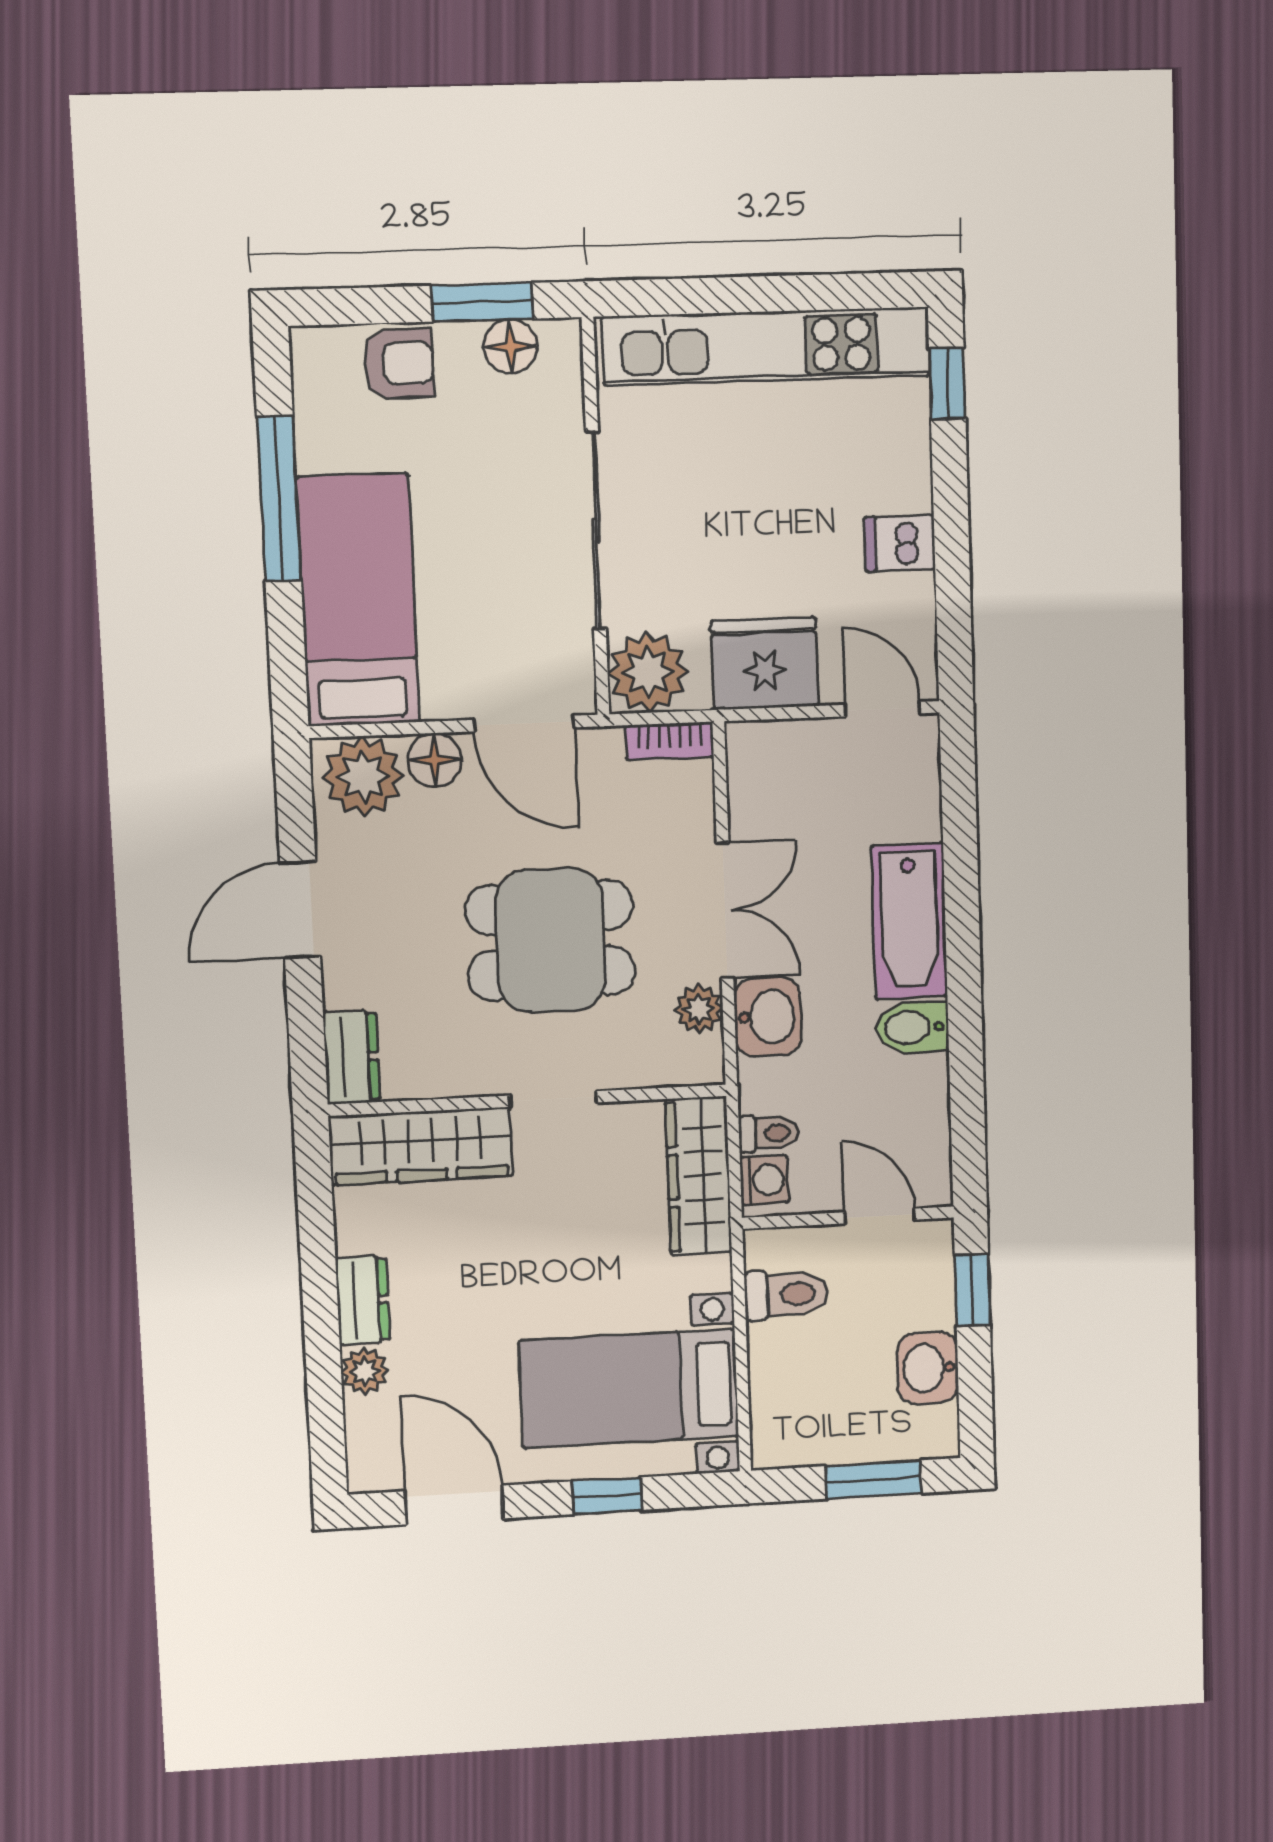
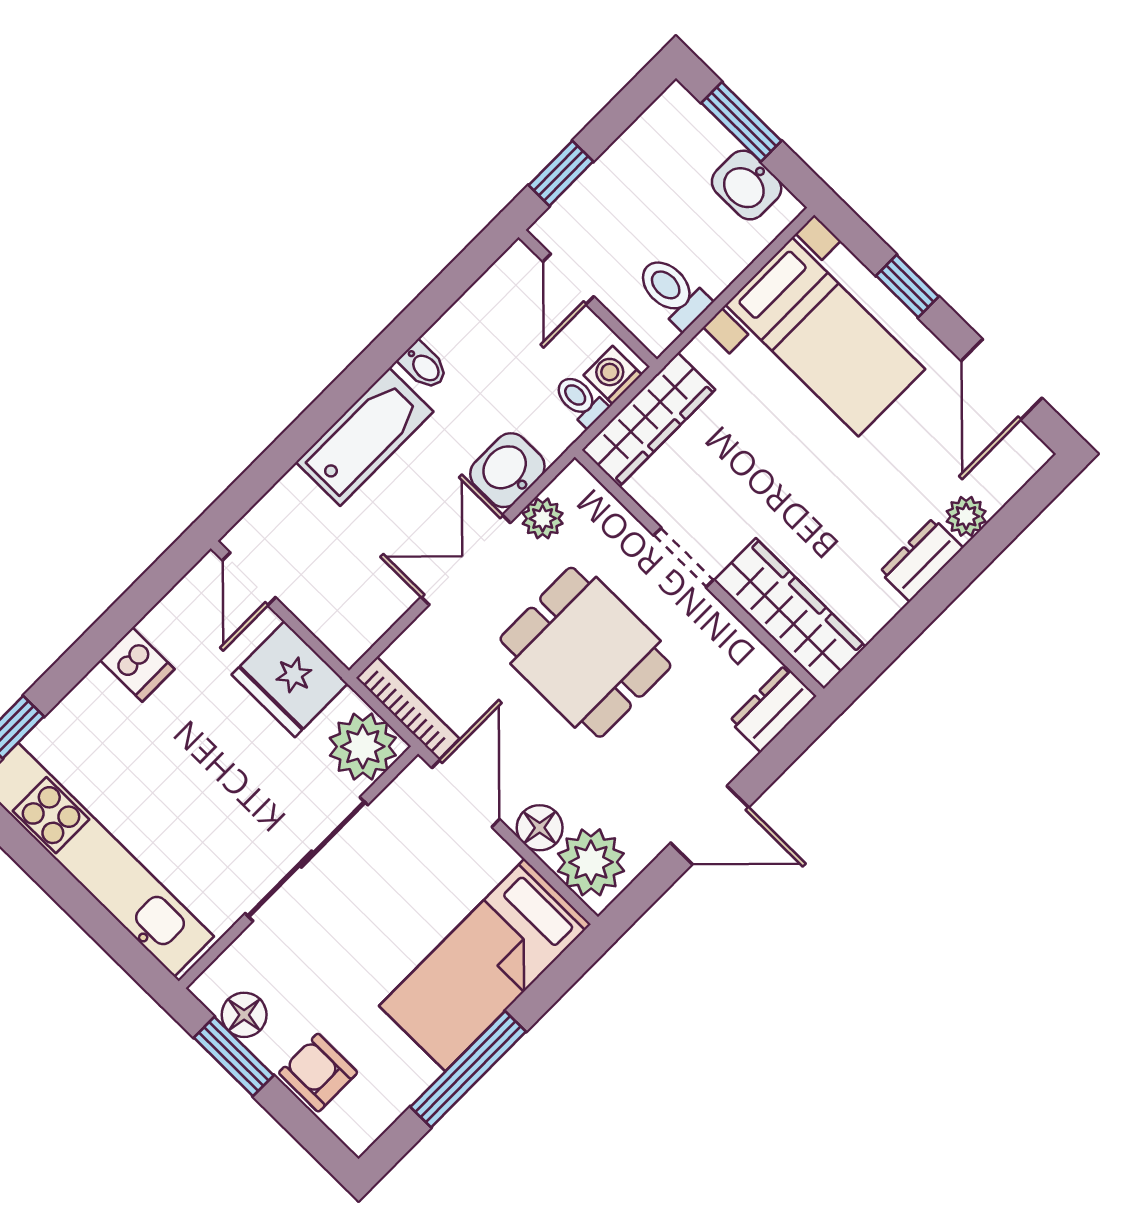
bookcase: (670, 741) -> (408, 708), width x1.56
bidet: (912, 1027) -> (424, 366), width x0.72, depth x0.74
washbasin: (928, 1368) -> (747, 185), moved, turned 90

